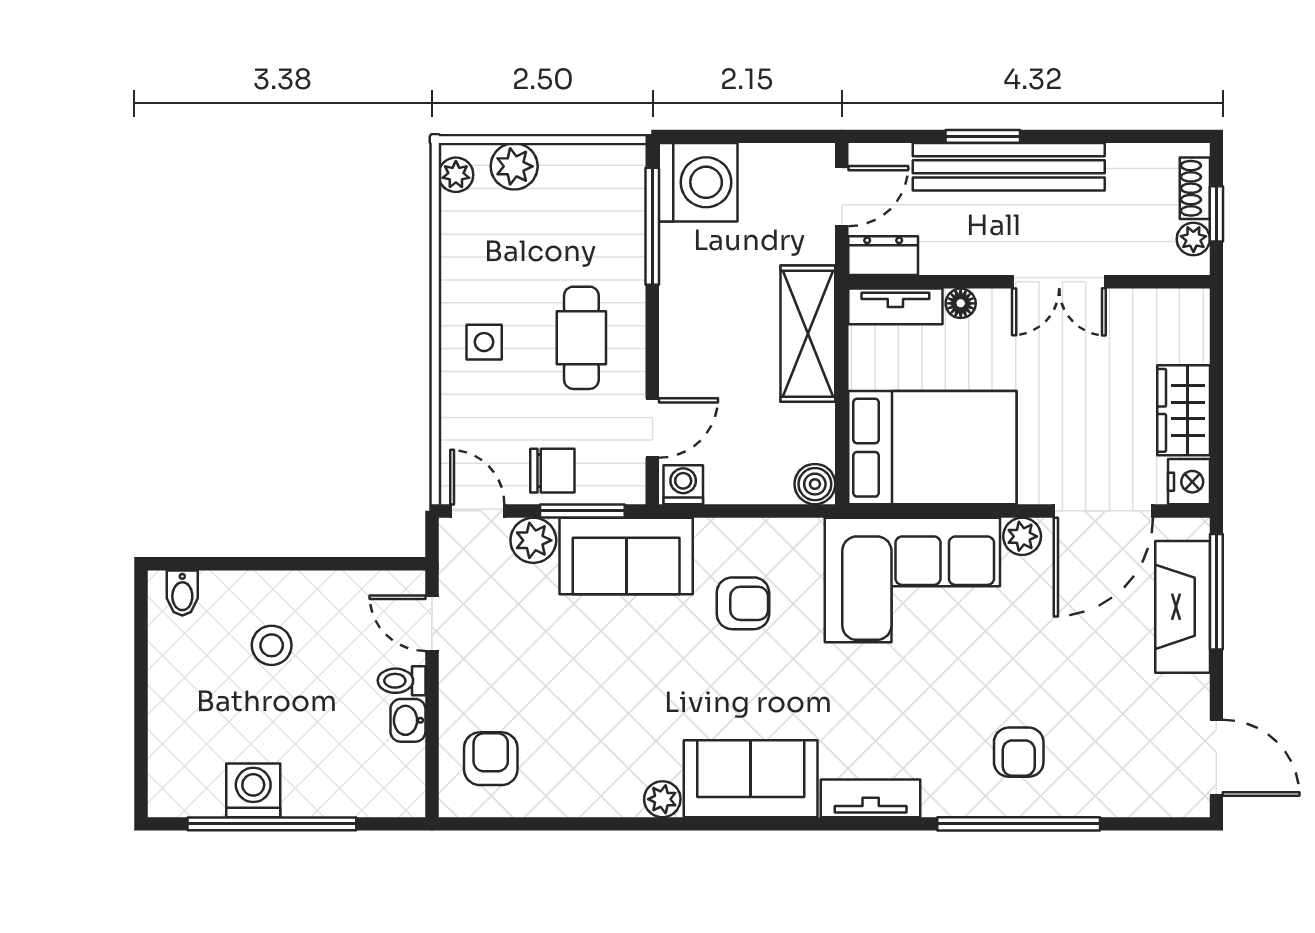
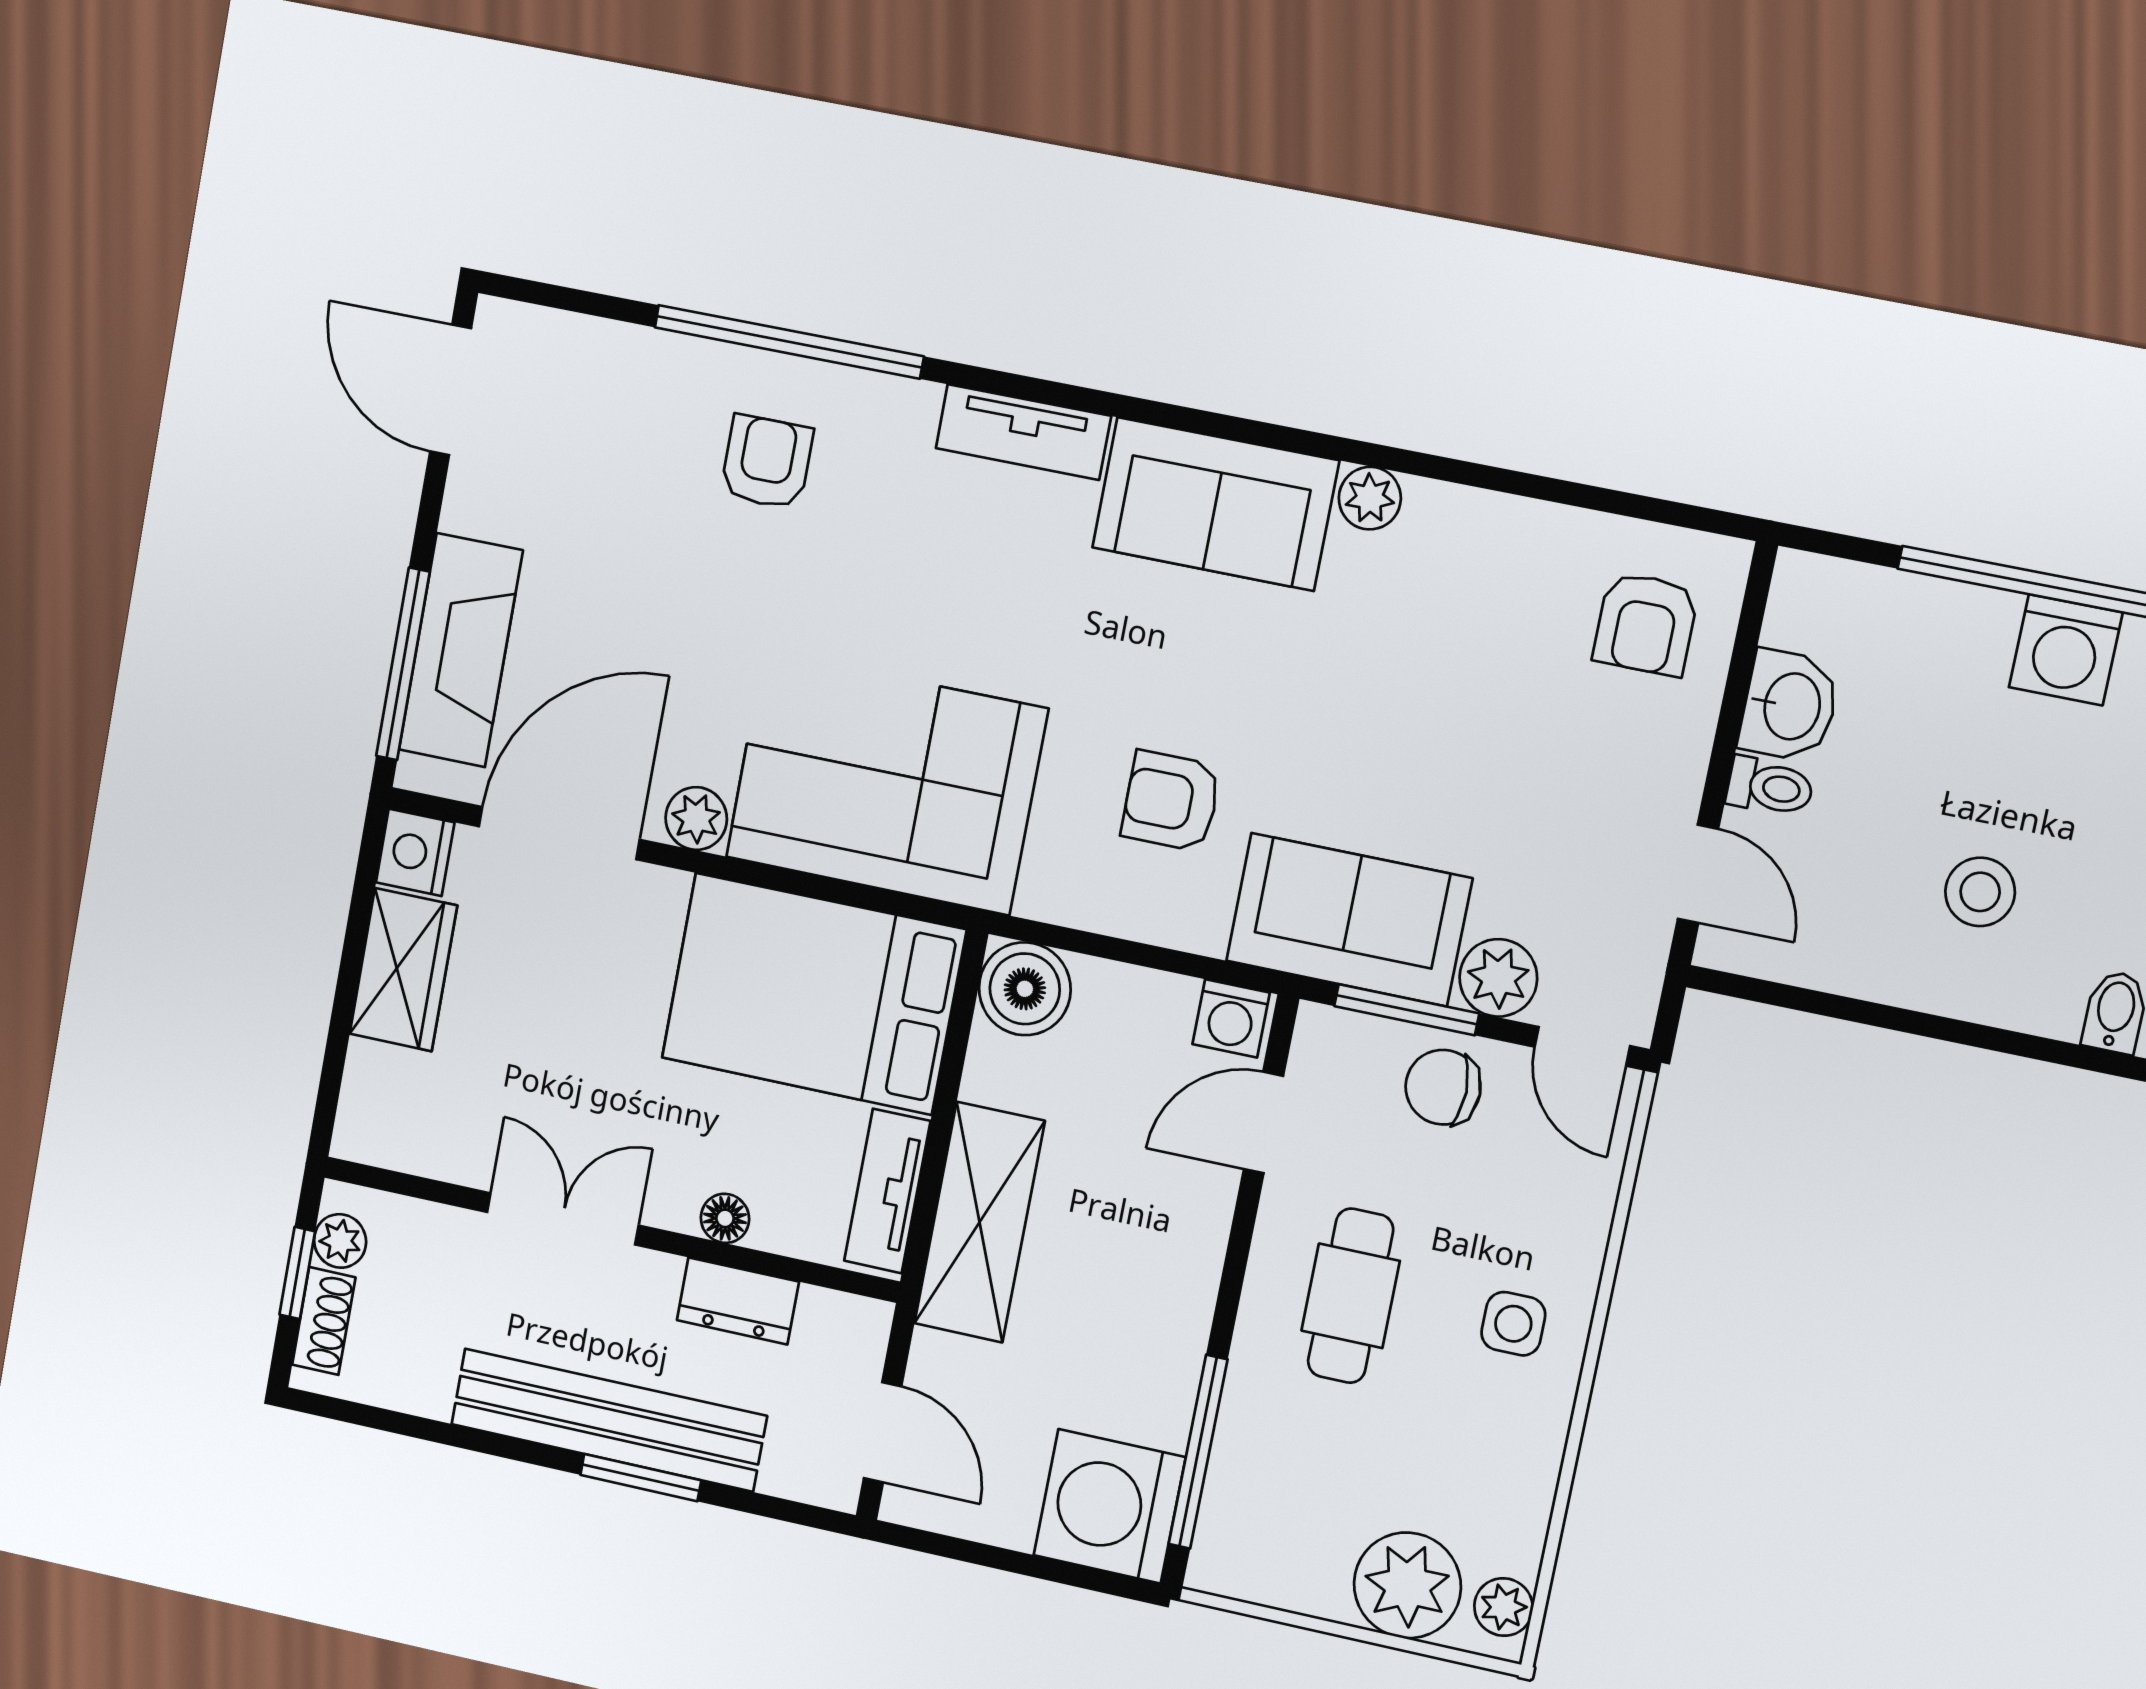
plant: (514, 166) -> (1407, 1585), width x1.36, depth x1.36
door: (842, 196) -> (883, 1432), swing flipped
dresser: (883, 256) -> (738, 1301), moved
tv unit: (895, 306) -> (887, 1191), moved, turned -90
boiler: (815, 484) -> (1025, 989), width x1.36, depth x1.36
washbasin: (408, 720) -> (1790, 706), width x1.38, depth x1.45

